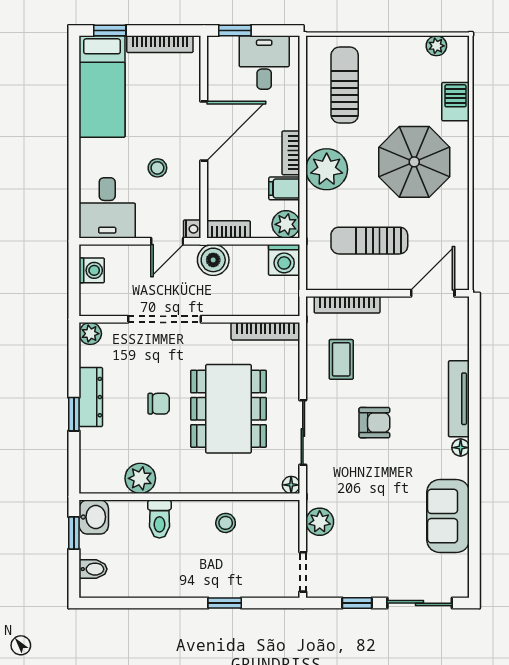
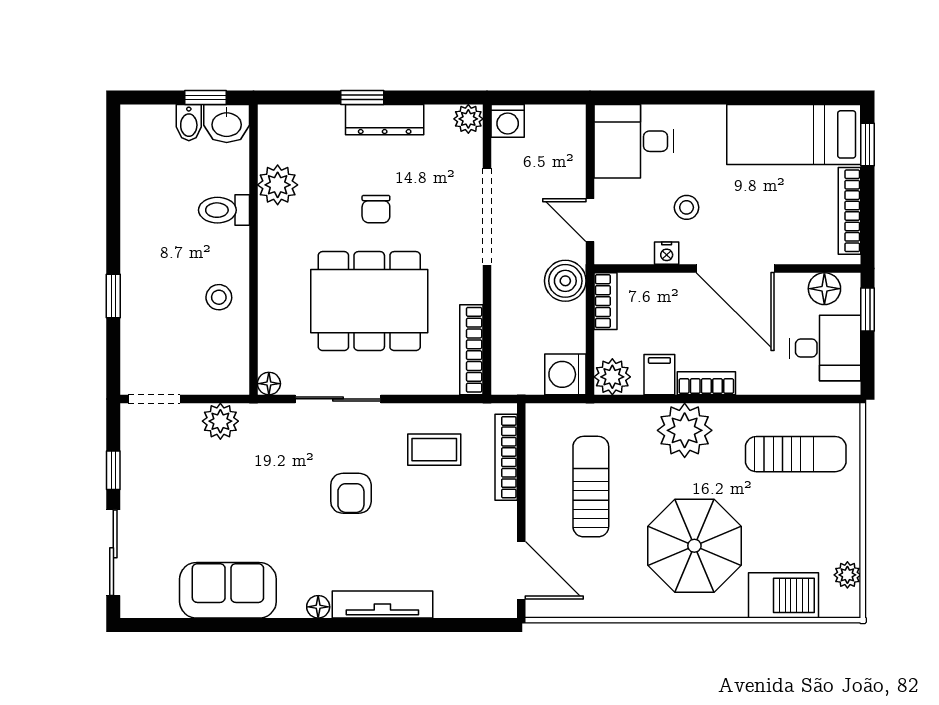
floor lamp: (219, 63) -> (824, 289), added
barbecue: (456, 102) -> (783, 595), width x1.38, depth x1.27
nightstand: (192, 229) -> (667, 253), moved
washing machine: (92, 270) -> (508, 121), moved
bidet: (93, 569) -> (189, 123), moved

